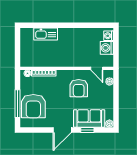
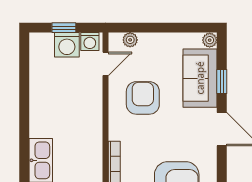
washing machine: (109, 36) -> (90, 41), moved
window: (116, 46) -> (64, 28), added
armchair: (79, 88) -> (143, 98), turned -90

